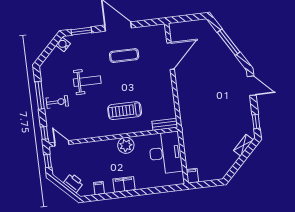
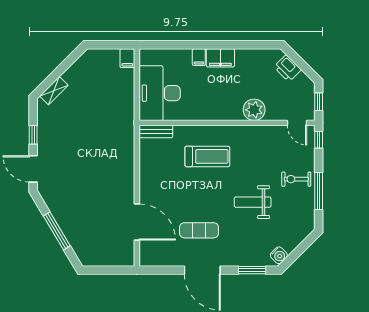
door: (171, 56) -> (137, 222), swing flipped
window: (256, 121) -> (33, 135), moved
plant: (126, 145) -> (254, 110), moved
filing cabinet: (99, 188) -> (199, 57), moved

